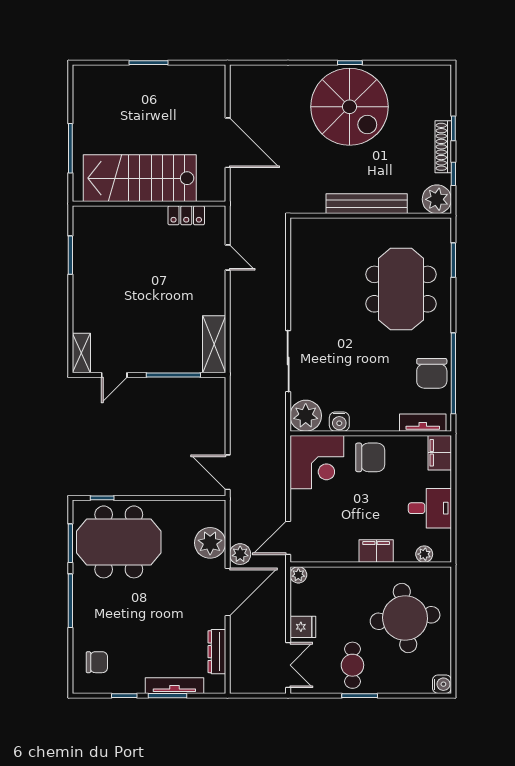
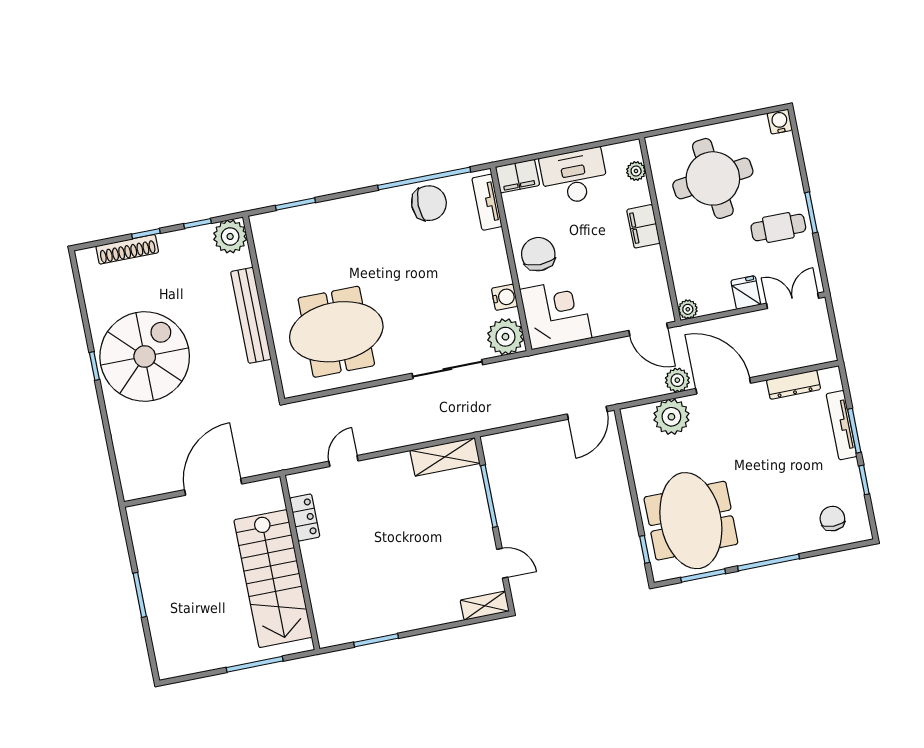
shoe rack: (443, 147) -> (127, 249), moved
meeting table: (401, 289) -> (336, 332), moved
desk: (430, 508) -> (574, 177), width x1.37

